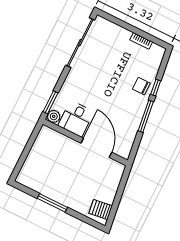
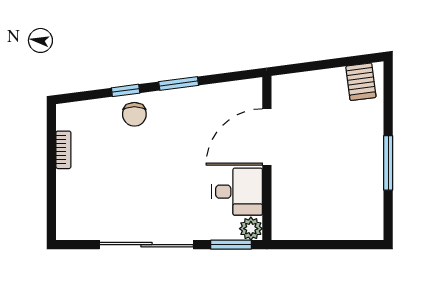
sliding door: (80, 43) -> (146, 245), moved
window: (146, 116) -> (179, 84), width x0.69

